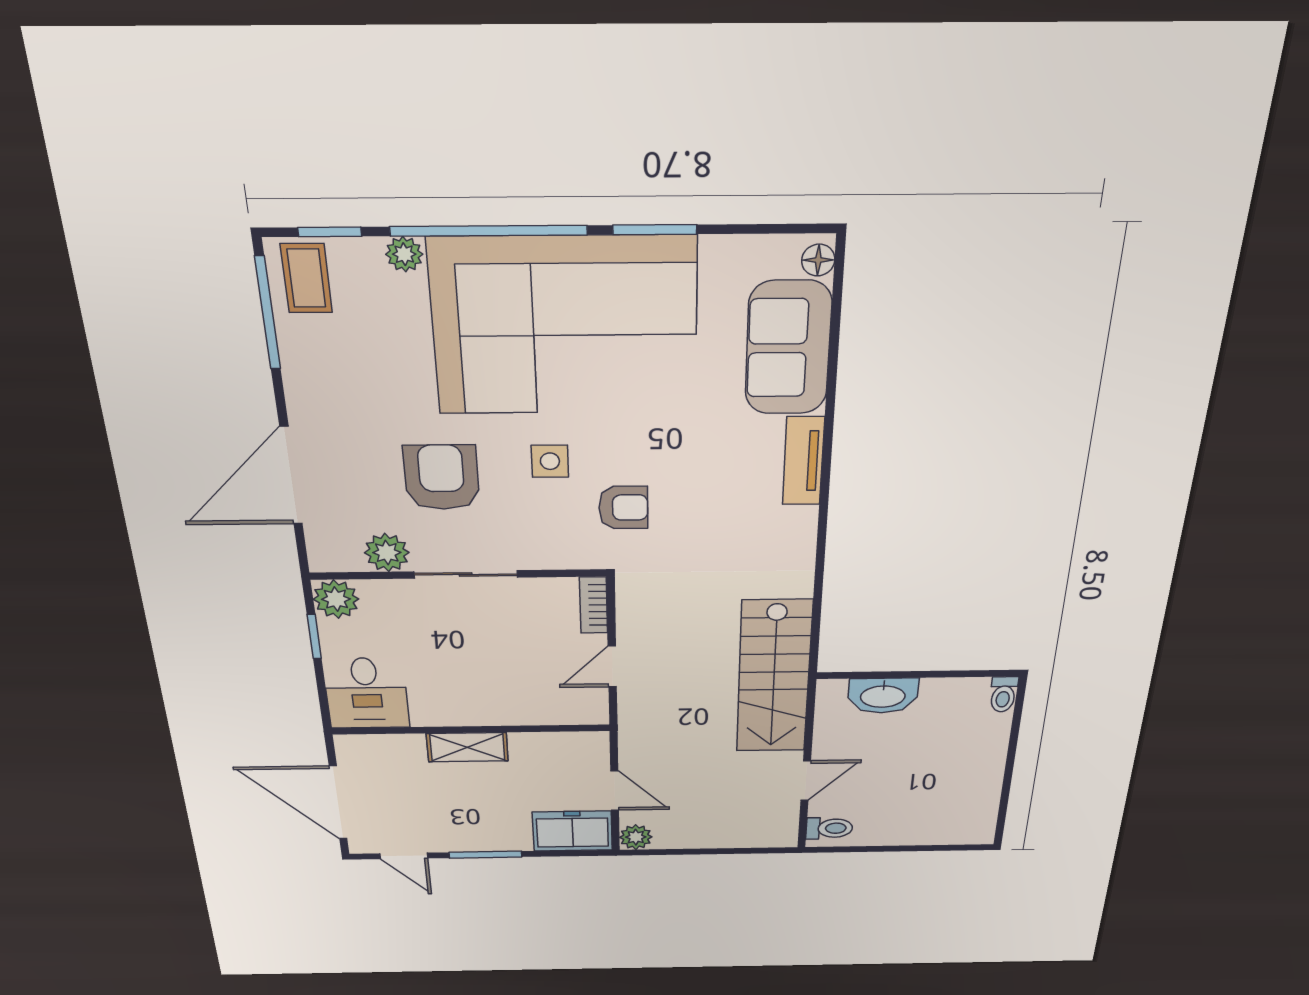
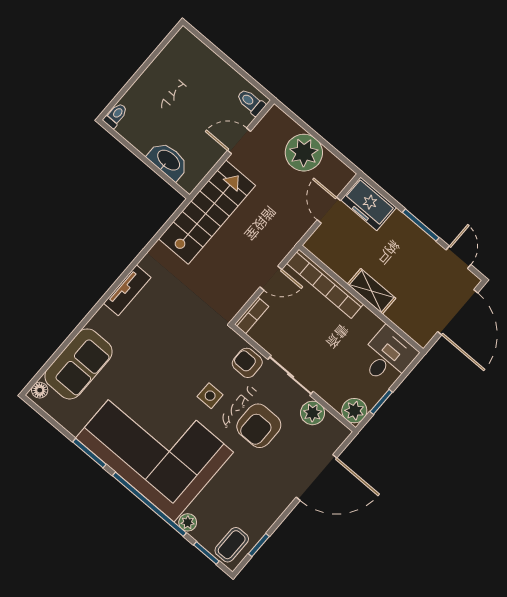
window: (268, 313) -> (259, 545), width x0.46
tv unit: (803, 461) -> (127, 290), moved
armchair: (623, 508) -> (247, 363), moved
bookcase: (535, 712) -> (325, 284), added
plant: (636, 837) -> (304, 153), moved, width x1.88, depth x1.88

